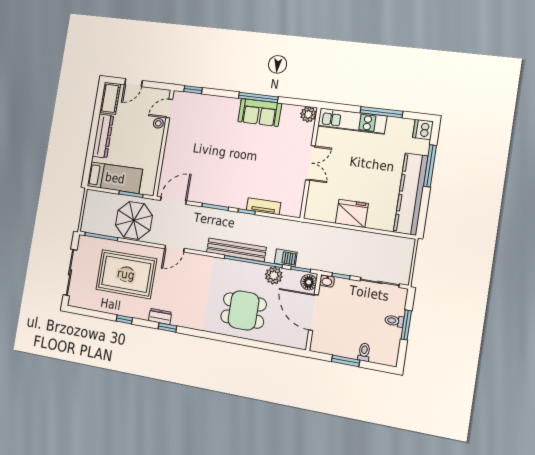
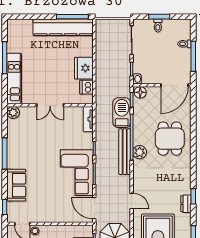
sofa: (260, 112) -> (16, 185), moved
dishwasher: (423, 129) -> (87, 87), moved, turned 90
double door: (310, 163) -> (50, 105), swing flipped
window: (430, 166) -> (72, 17), moved
corner sofa: (220, 185) -> (77, 173), added
tv unit: (264, 206) -> (88, 119), moved
barbecue: (286, 258) -> (122, 113), width x1.88, depth x1.53
plant: (274, 276) -> (140, 152), moved
door: (313, 313) -> (174, 85), moved
window: (346, 361) -> (193, 56), width x1.44

